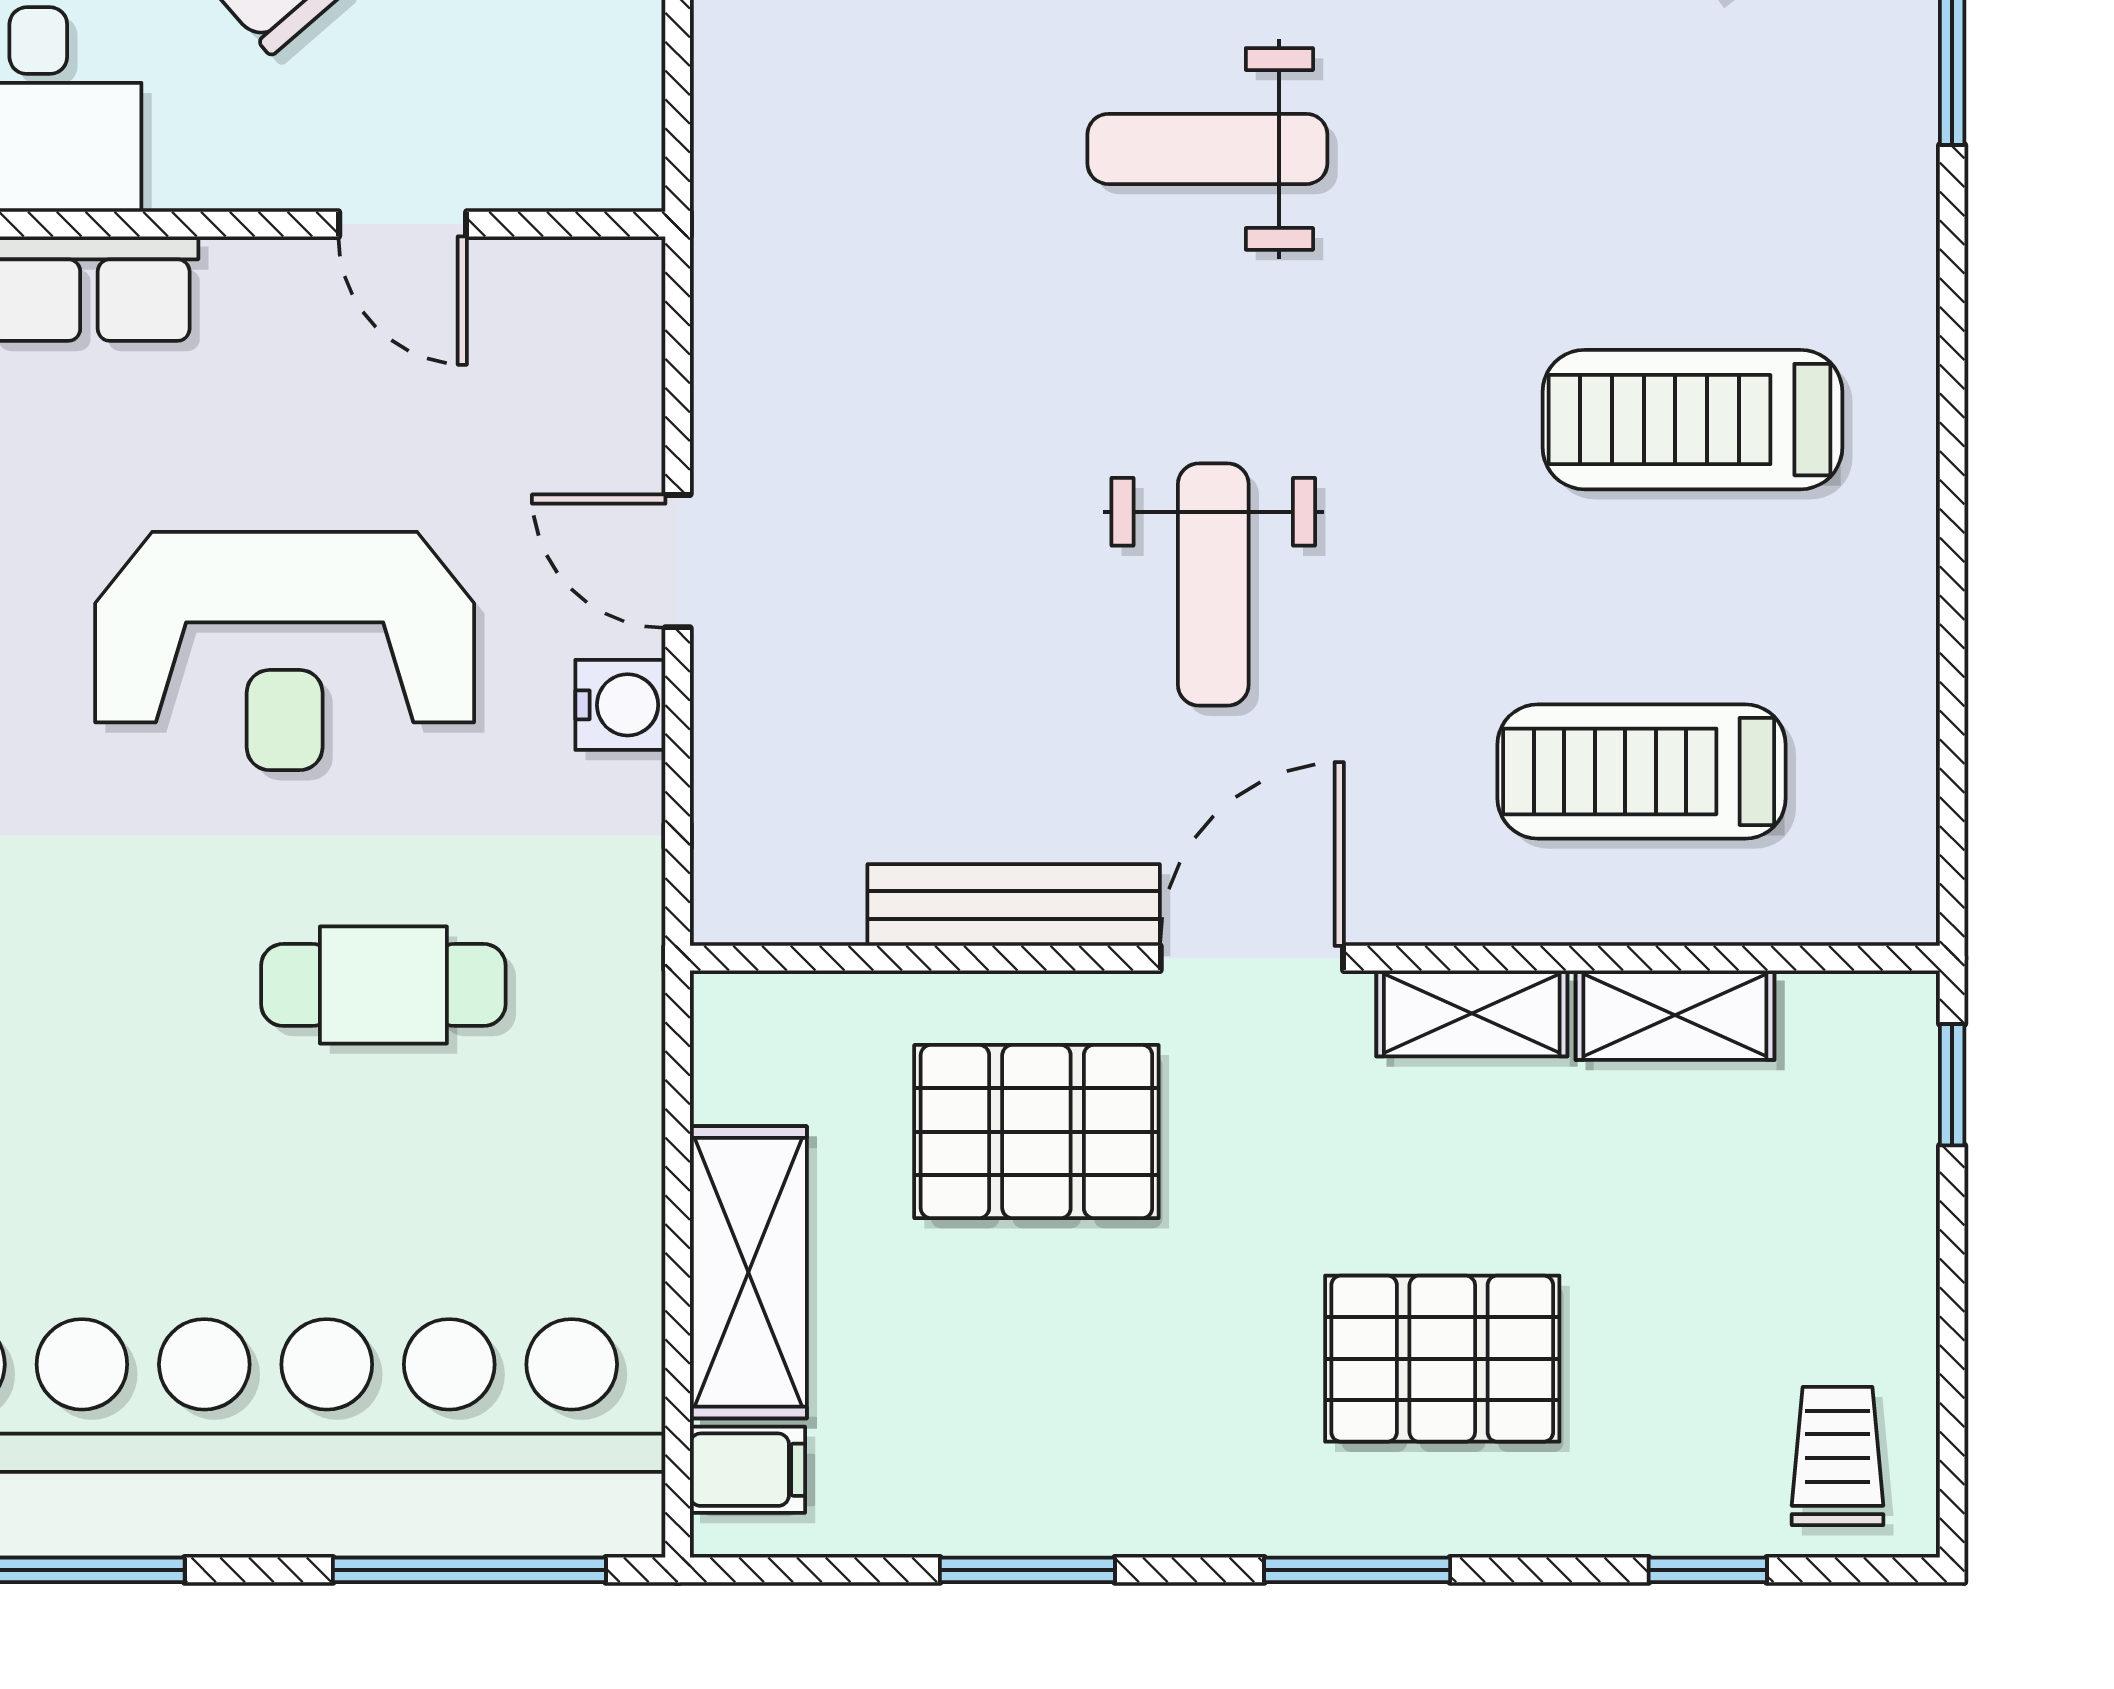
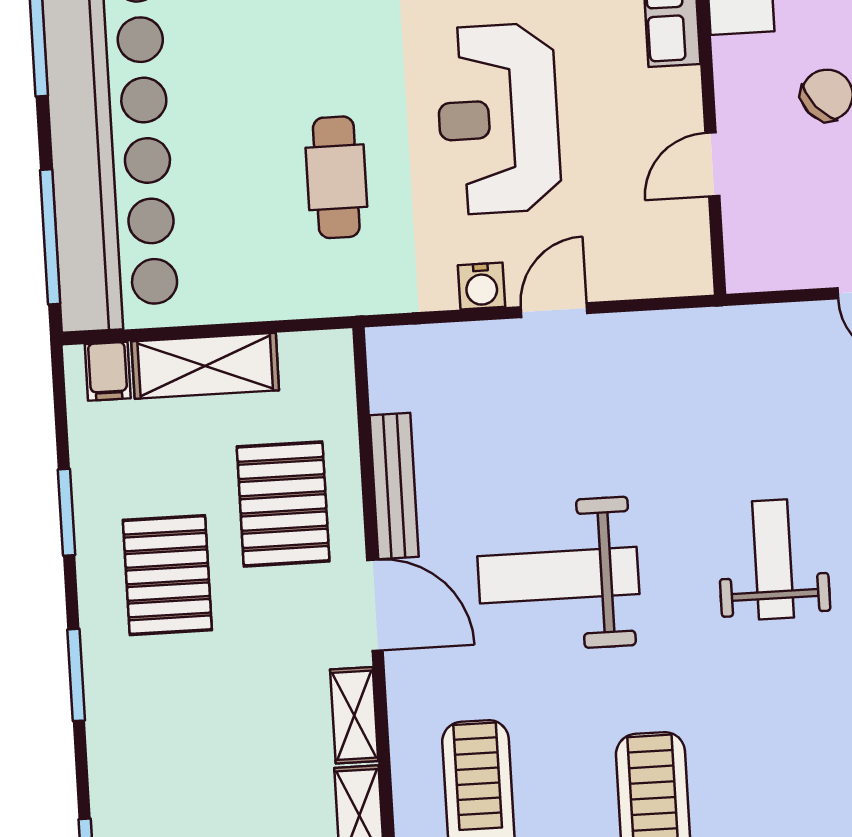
weight bench: (1213, 585) -> (558, 575), width x1.36, depth x1.33
pallet: (1442, 1359) -> (167, 575), moved

